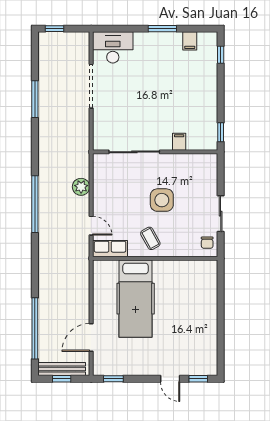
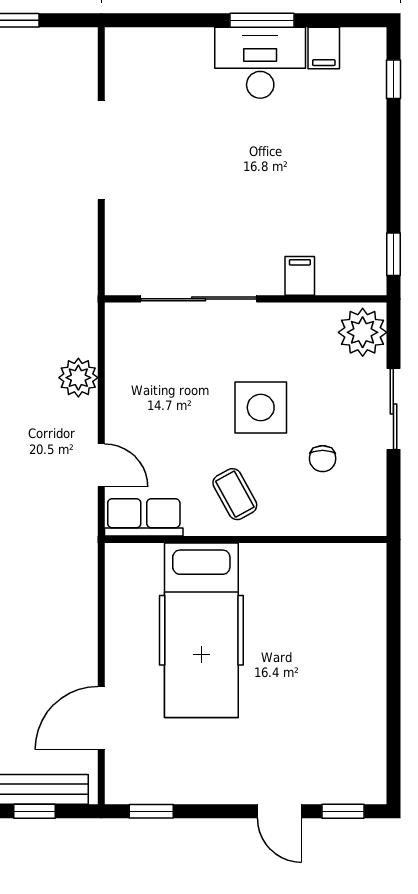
desk: (113, 47) -> (260, 63), moved
plant: (207, 167) -> (363, 332), added
sliding door: (221, 214) -> (393, 409), moved
chair: (207, 243) -> (323, 459), moved

